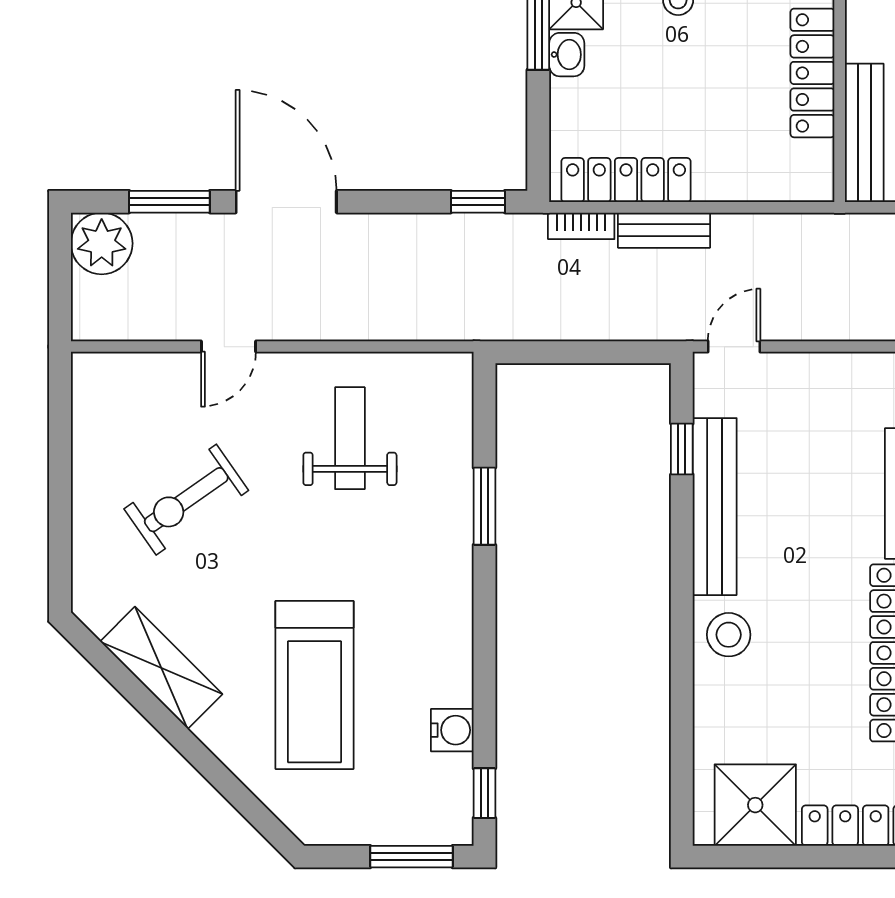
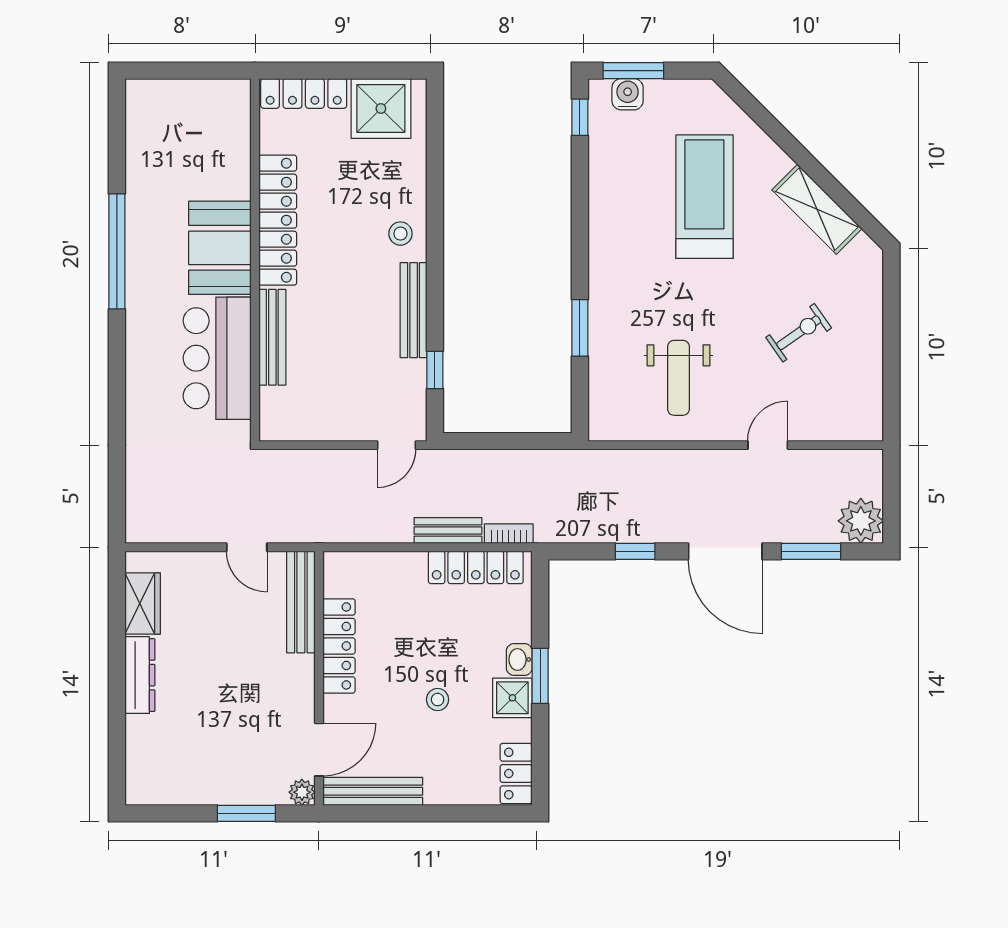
window: (478, 202) -> (635, 551), moved
exercise bike: (186, 500) -> (799, 333), width x0.73, depth x0.72
bench: (715, 507) -> (414, 310), width x0.73, depth x0.82
stool: (729, 635) -> (400, 234), width x0.73, depth x0.73
water cooler: (452, 730) -> (628, 94), moved, turned 90

